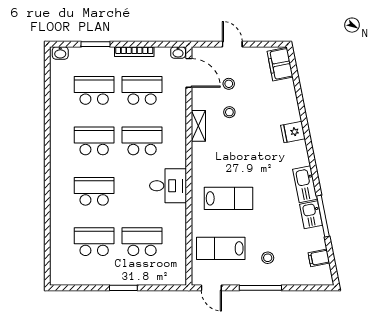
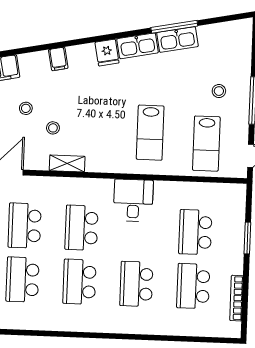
stool: (229, 84) -> (26, 108), moved
fridge: (293, 132) -> (107, 53), moved
lab bench: (229, 198) -> (150, 133), turned 180
kitchen sink: (311, 215) -> (177, 39), width x1.38
filing cabinet: (319, 258) -> (58, 59), moved
bookcase: (85, 280) -> (236, 298), added
window: (123, 288) -> (247, 238), moved

